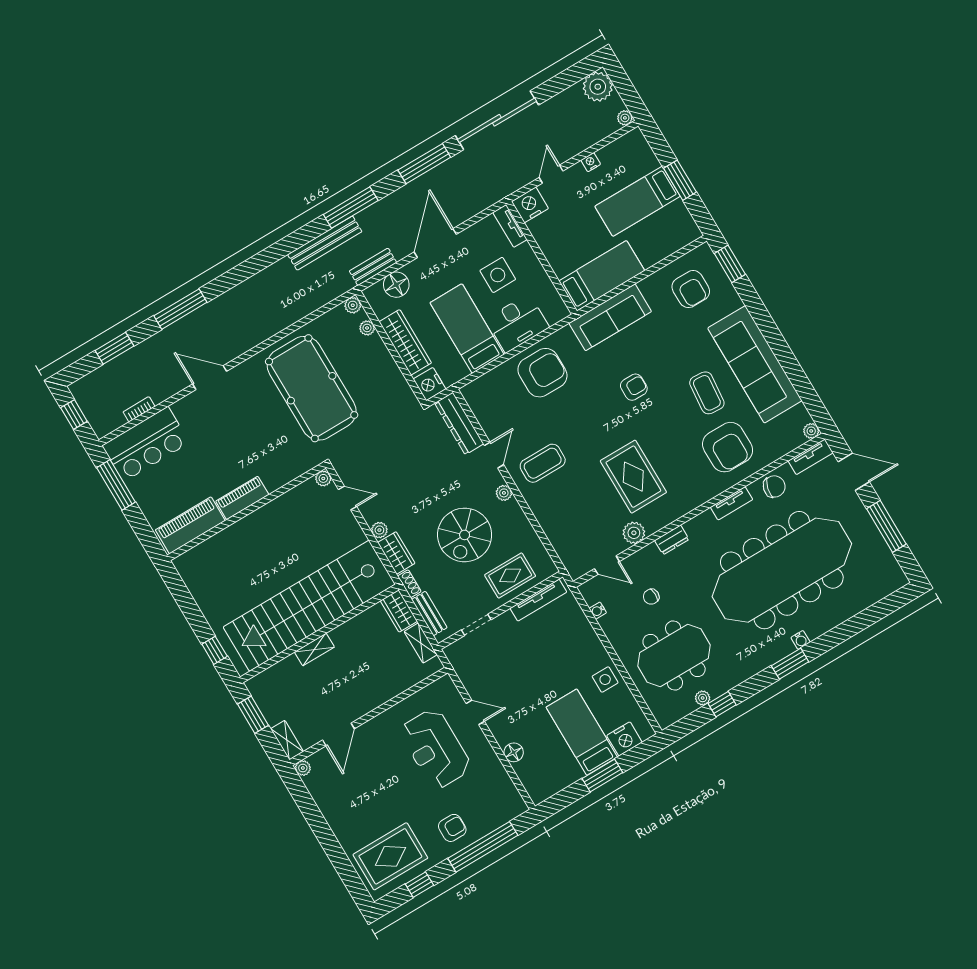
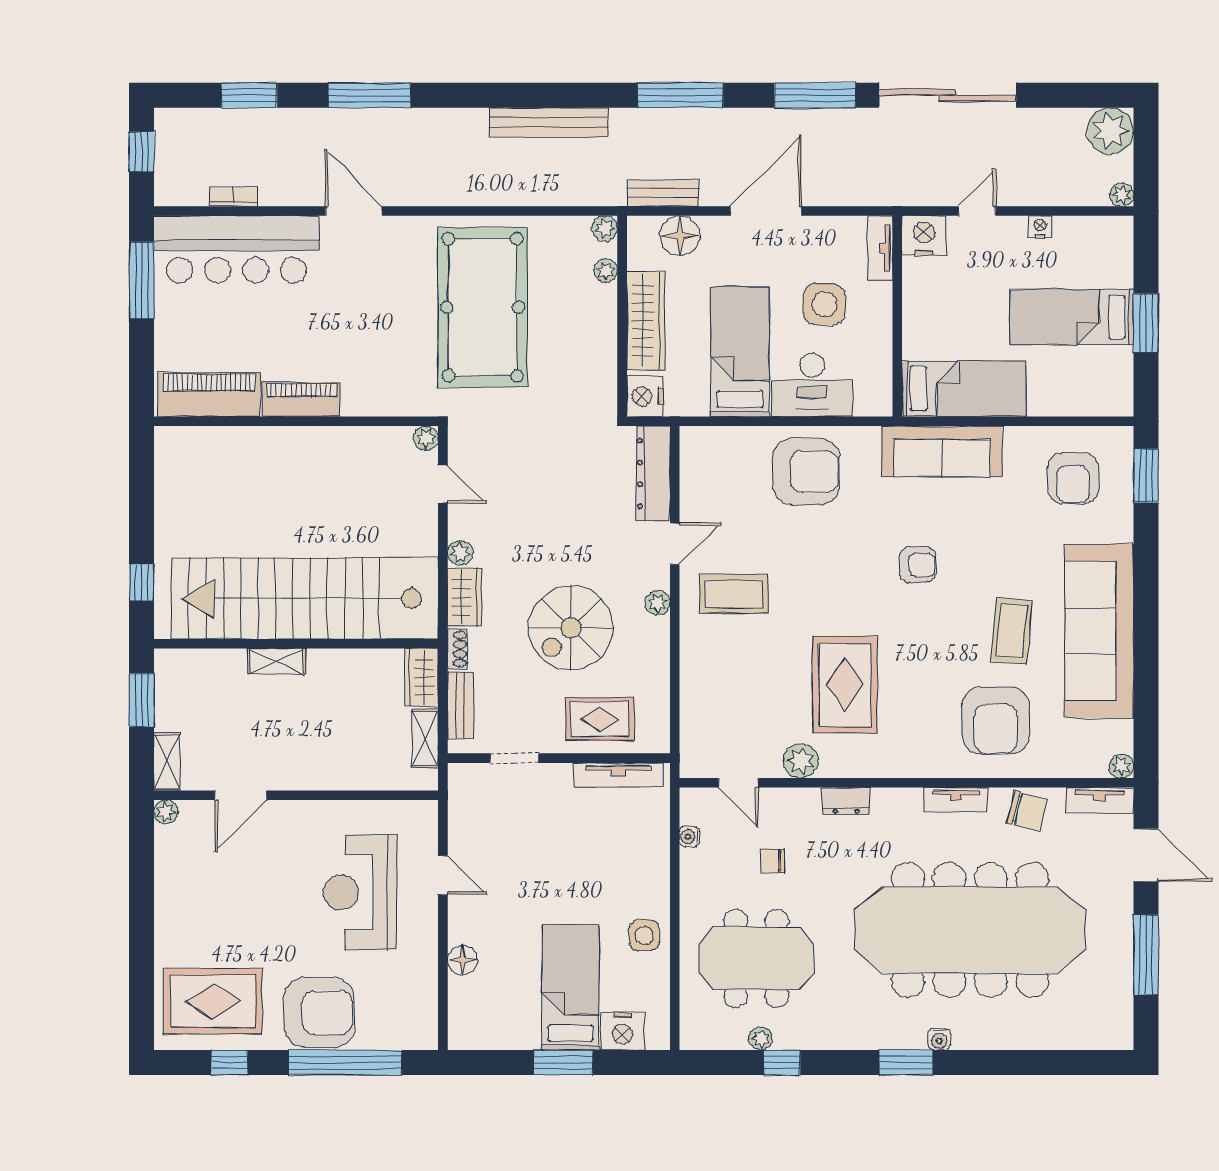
bench: (325, 243) -> (548, 122), moved
bar counter: (146, 444) -> (236, 249), width x1.36
armchair: (452, 828) -> (319, 1013), width x1.88, depth x1.88

